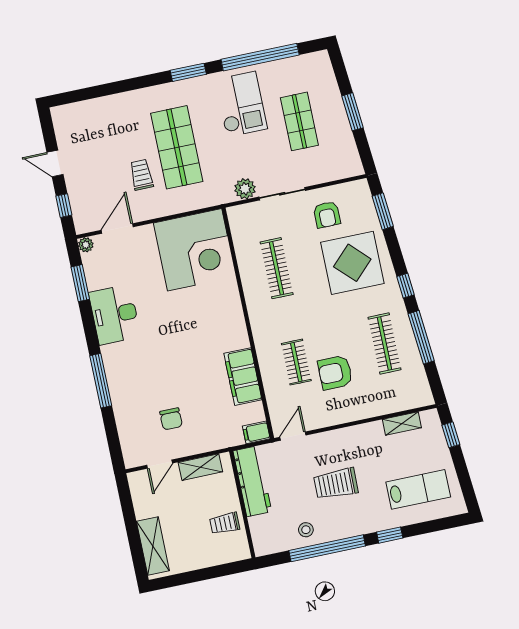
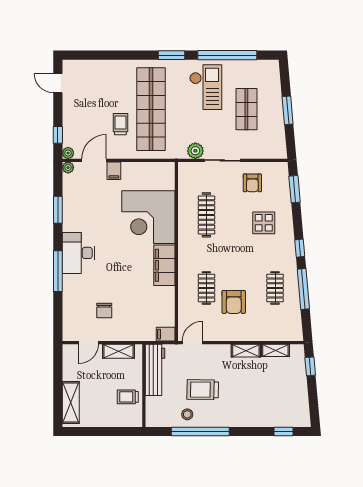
shop shelf: (177, 147) -> (151, 109), width x1.40
door: (55, 163) -> (58, 83), moved
plant: (82, 226) -> (68, 153), added
filing cabinet: (146, 236) -> (114, 171), added
corner desk: (195, 250) -> (148, 217), moved, turned 90
display table: (352, 263) -> (264, 223), width x0.54, depth x0.54
window: (80, 283) -> (58, 210), moved
desk: (115, 315) -> (78, 253), moved
clothes rail: (384, 343) -> (275, 288), width x0.73
armchair: (335, 373) -> (234, 302), turned -90
filing cabinet: (243, 377) -> (164, 265), moved
shelving: (364, 432) -> (246, 351), added
trolley: (336, 484) -> (203, 390), moved
lab bench: (418, 489) -> (277, 402), removed
window: (390, 535) -> (284, 431), moved

